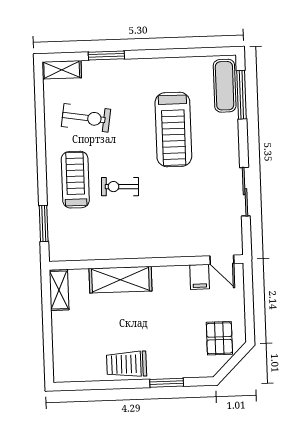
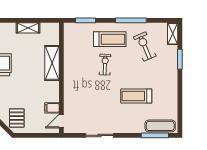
exercise bike: (86, 118) -> (145, 47), turned 148
treadmill: (173, 129) -> (136, 96), width x0.73, depth x0.73
window: (41, 144) -> (131, 20), added
shelving: (59, 290) -> (28, 28), moved
pallet: (219, 338) -> (17, 118), turned 90

